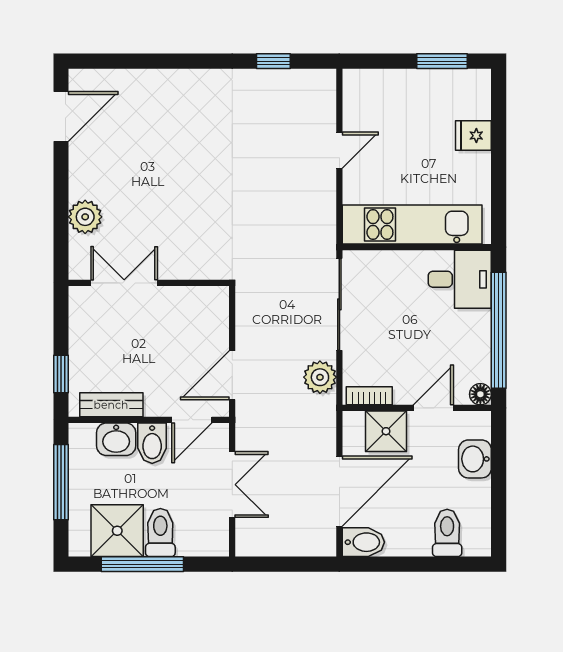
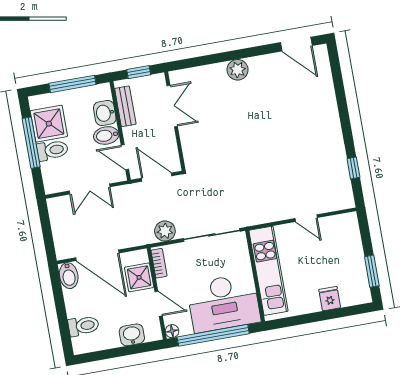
desk: (460, 279) -> (224, 303), width x1.87, depth x1.30
double door: (124, 283) -> (172, 106), moved
wall: (149, 283) -> (175, 121), moved

